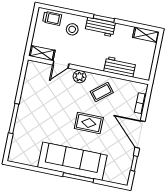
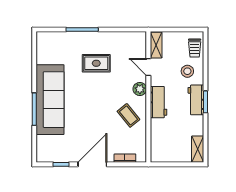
workbench: (120, 67) -> (159, 102), moved
rug: (89, 123) -> (96, 63), moved, turned 90

